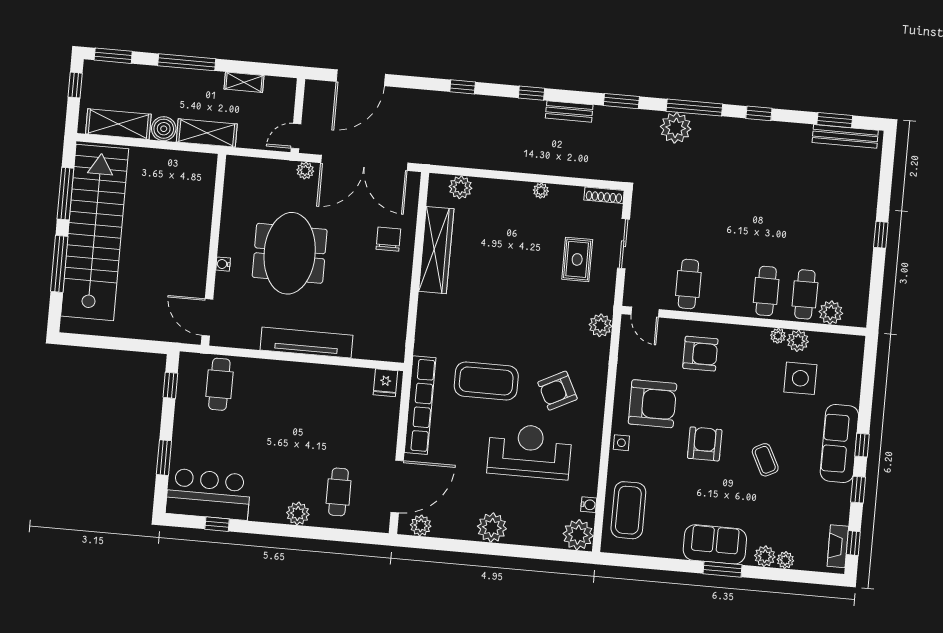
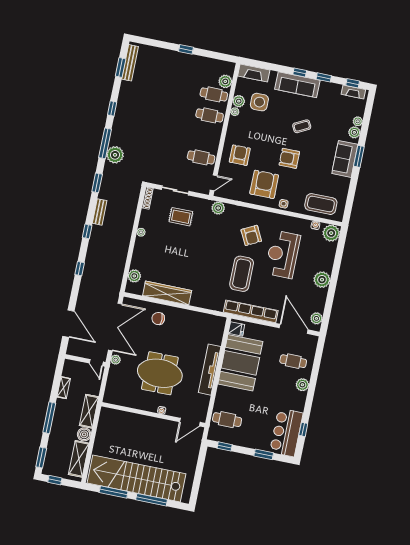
fireplace: (852, 362) -> (254, 73), added
booth: (325, 397) -> (240, 363), added

